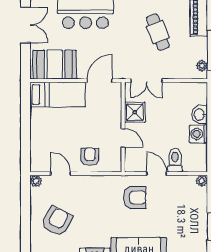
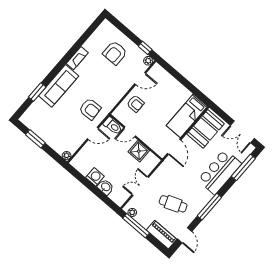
double door: (147, 81) -> (140, 186), moved
toilet: (175, 160) -> (113, 126), moved
window: (26, 195) -> (145, 48), added
armchair: (135, 198) -> (90, 109), turned -92
armchair: (57, 221) -> (115, 53), turned 62

